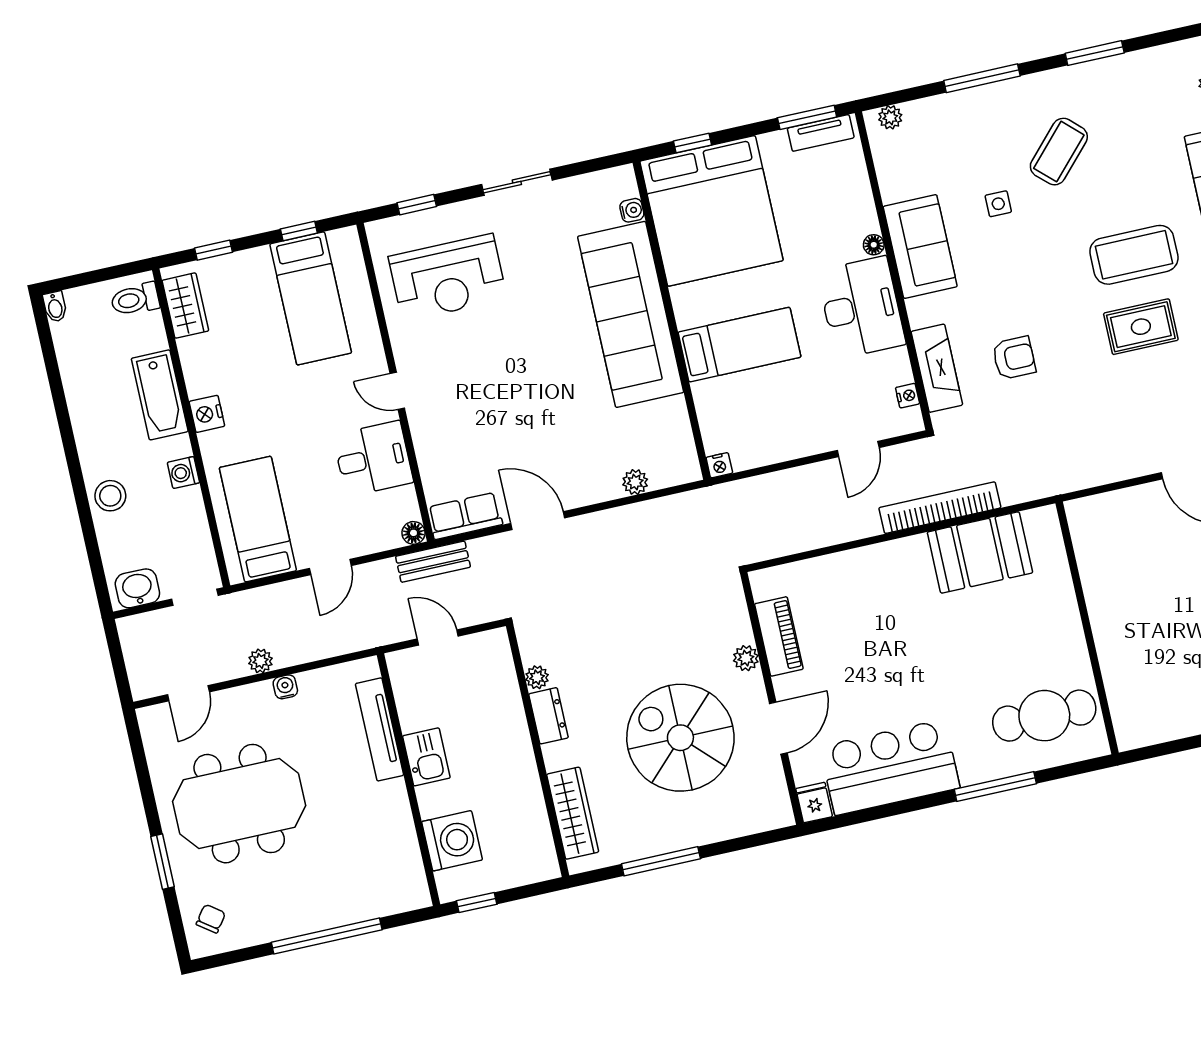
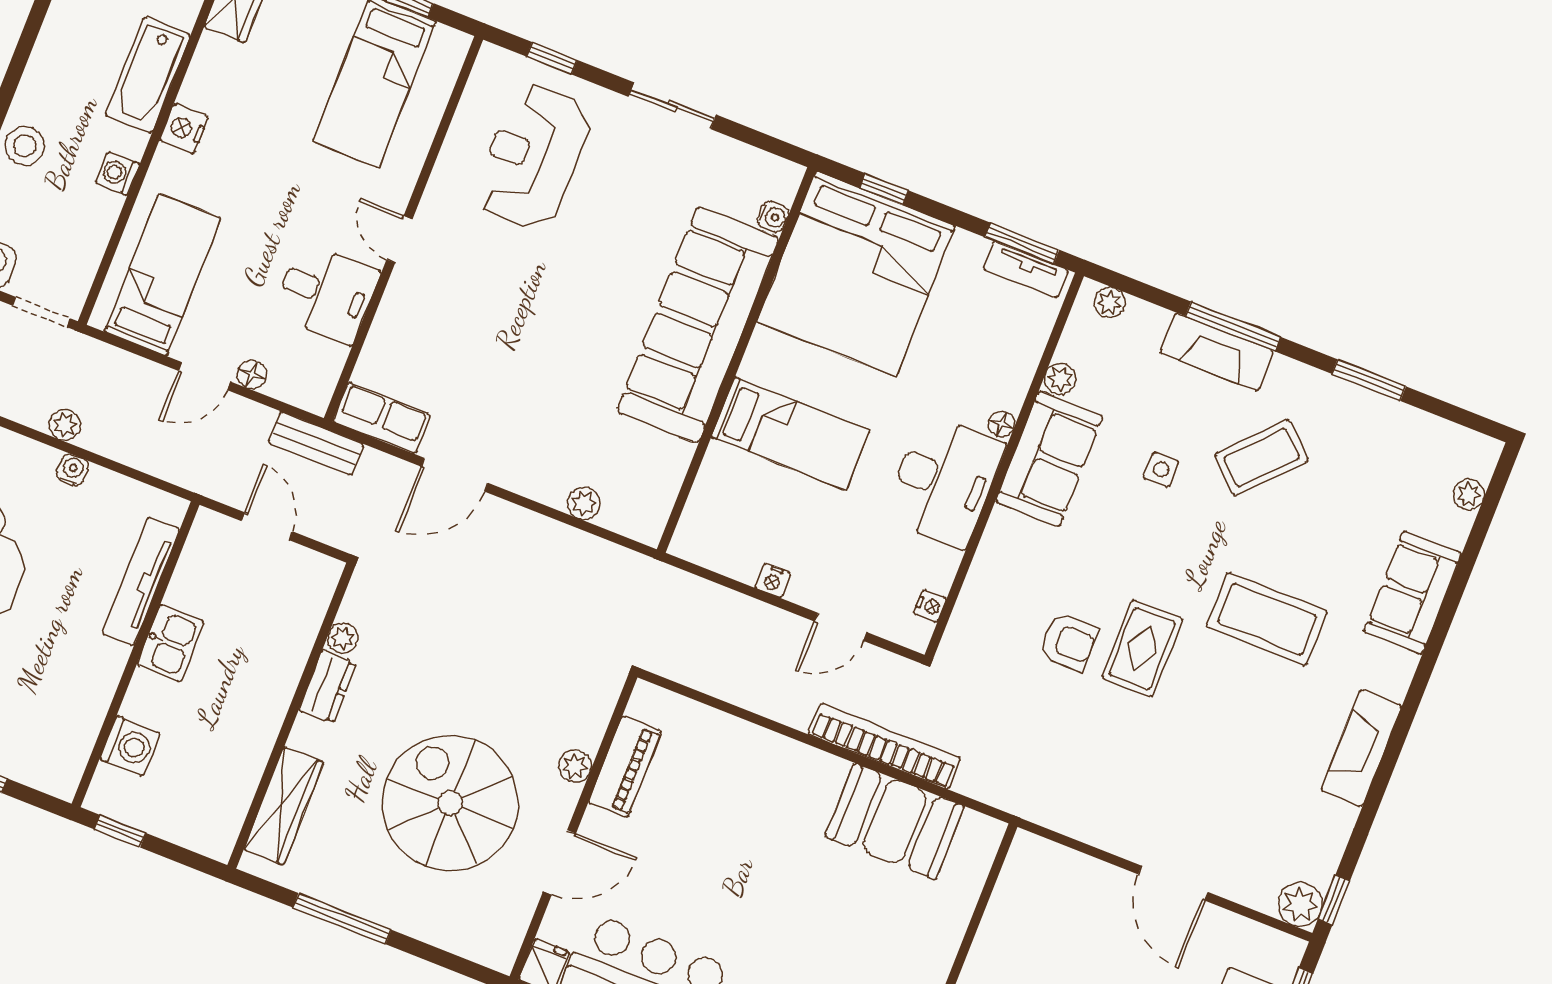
plant: (892, 189) -> (1060, 379), added
reception desk: (448, 278) -> (532, 157), turned 90
rug: (1141, 327) -> (1142, 649), moved, turned 90
fireplace: (937, 368) -> (1217, 352), moved, turned 90
nightstand: (719, 465) -> (773, 580), moved
door: (538, 521) -> (455, 475), swing flipped
floor lamp: (413, 533) -> (252, 374), moved
washing machine: (452, 841) -> (130, 746), width x0.73, depth x0.73

